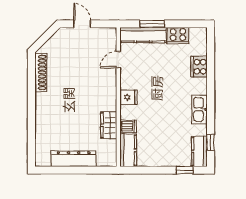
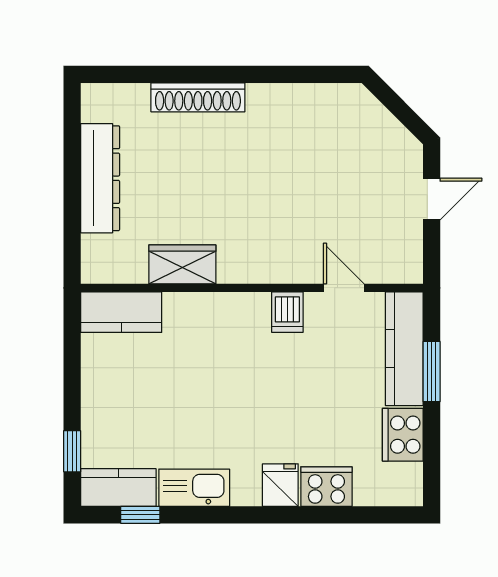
shoe rack: (41, 72) -> (198, 97), moved
fridge: (129, 97) -> (280, 485), moved, turned 180
kitchen sink: (200, 109) -> (194, 488), moved
dishwasher: (128, 126) -> (287, 312), moved

